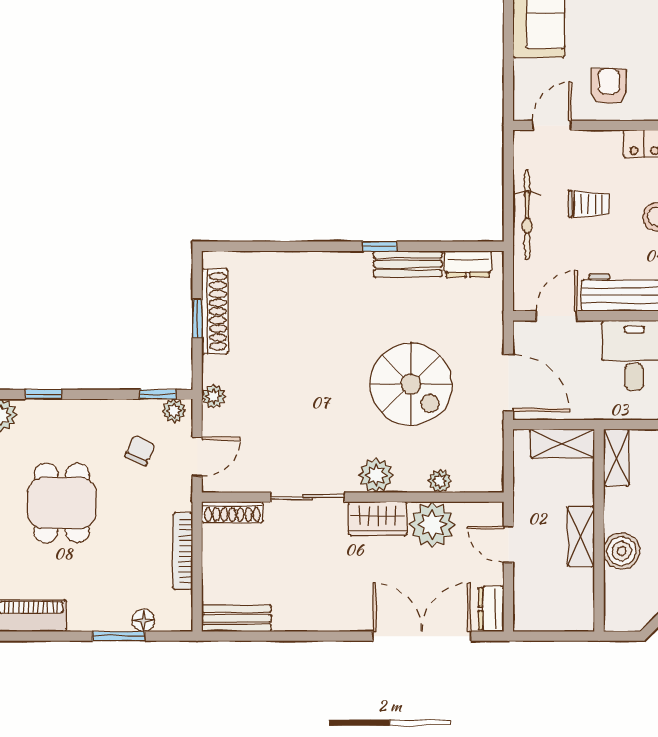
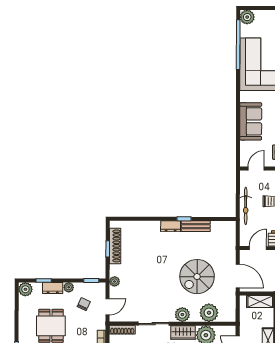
dresser: (468, 264) -> (171, 226), moved
spiral stairs: (411, 384) -> (197, 277), turned 90
plant: (174, 411) -> (69, 287), moved
dresser: (66, 412) -> (53, 288), added
plant: (440, 481) -> (209, 313), width x1.88, depth x1.88

